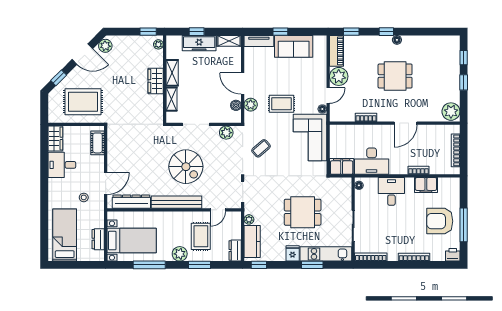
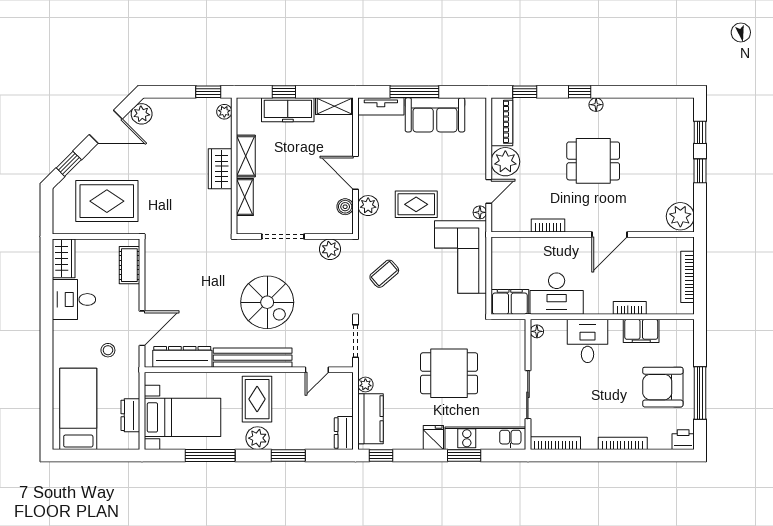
window: (280, 32) -> (414, 92), width x2.17
rug: (201, 236) -> (257, 399), moved

